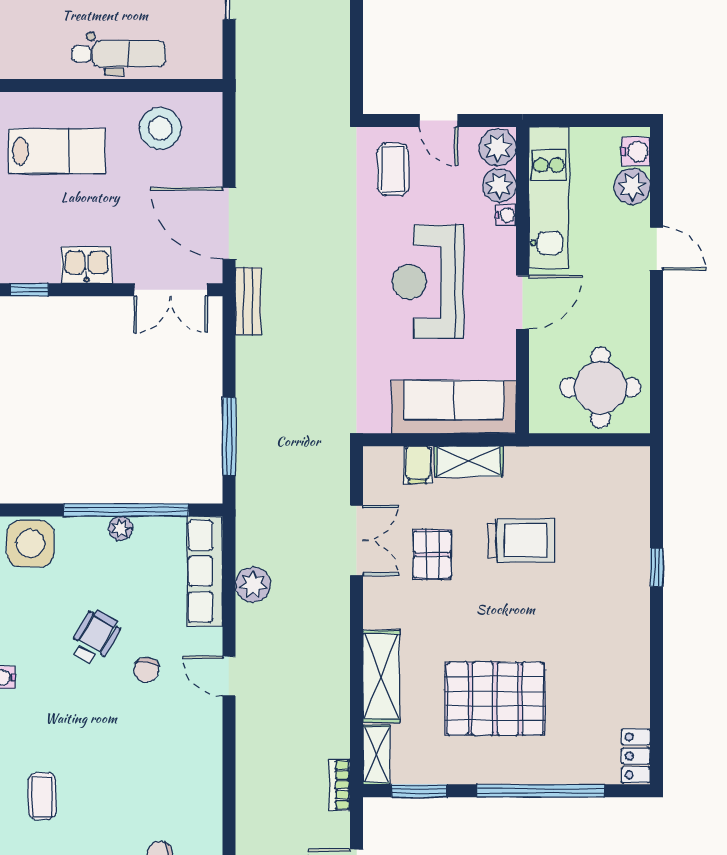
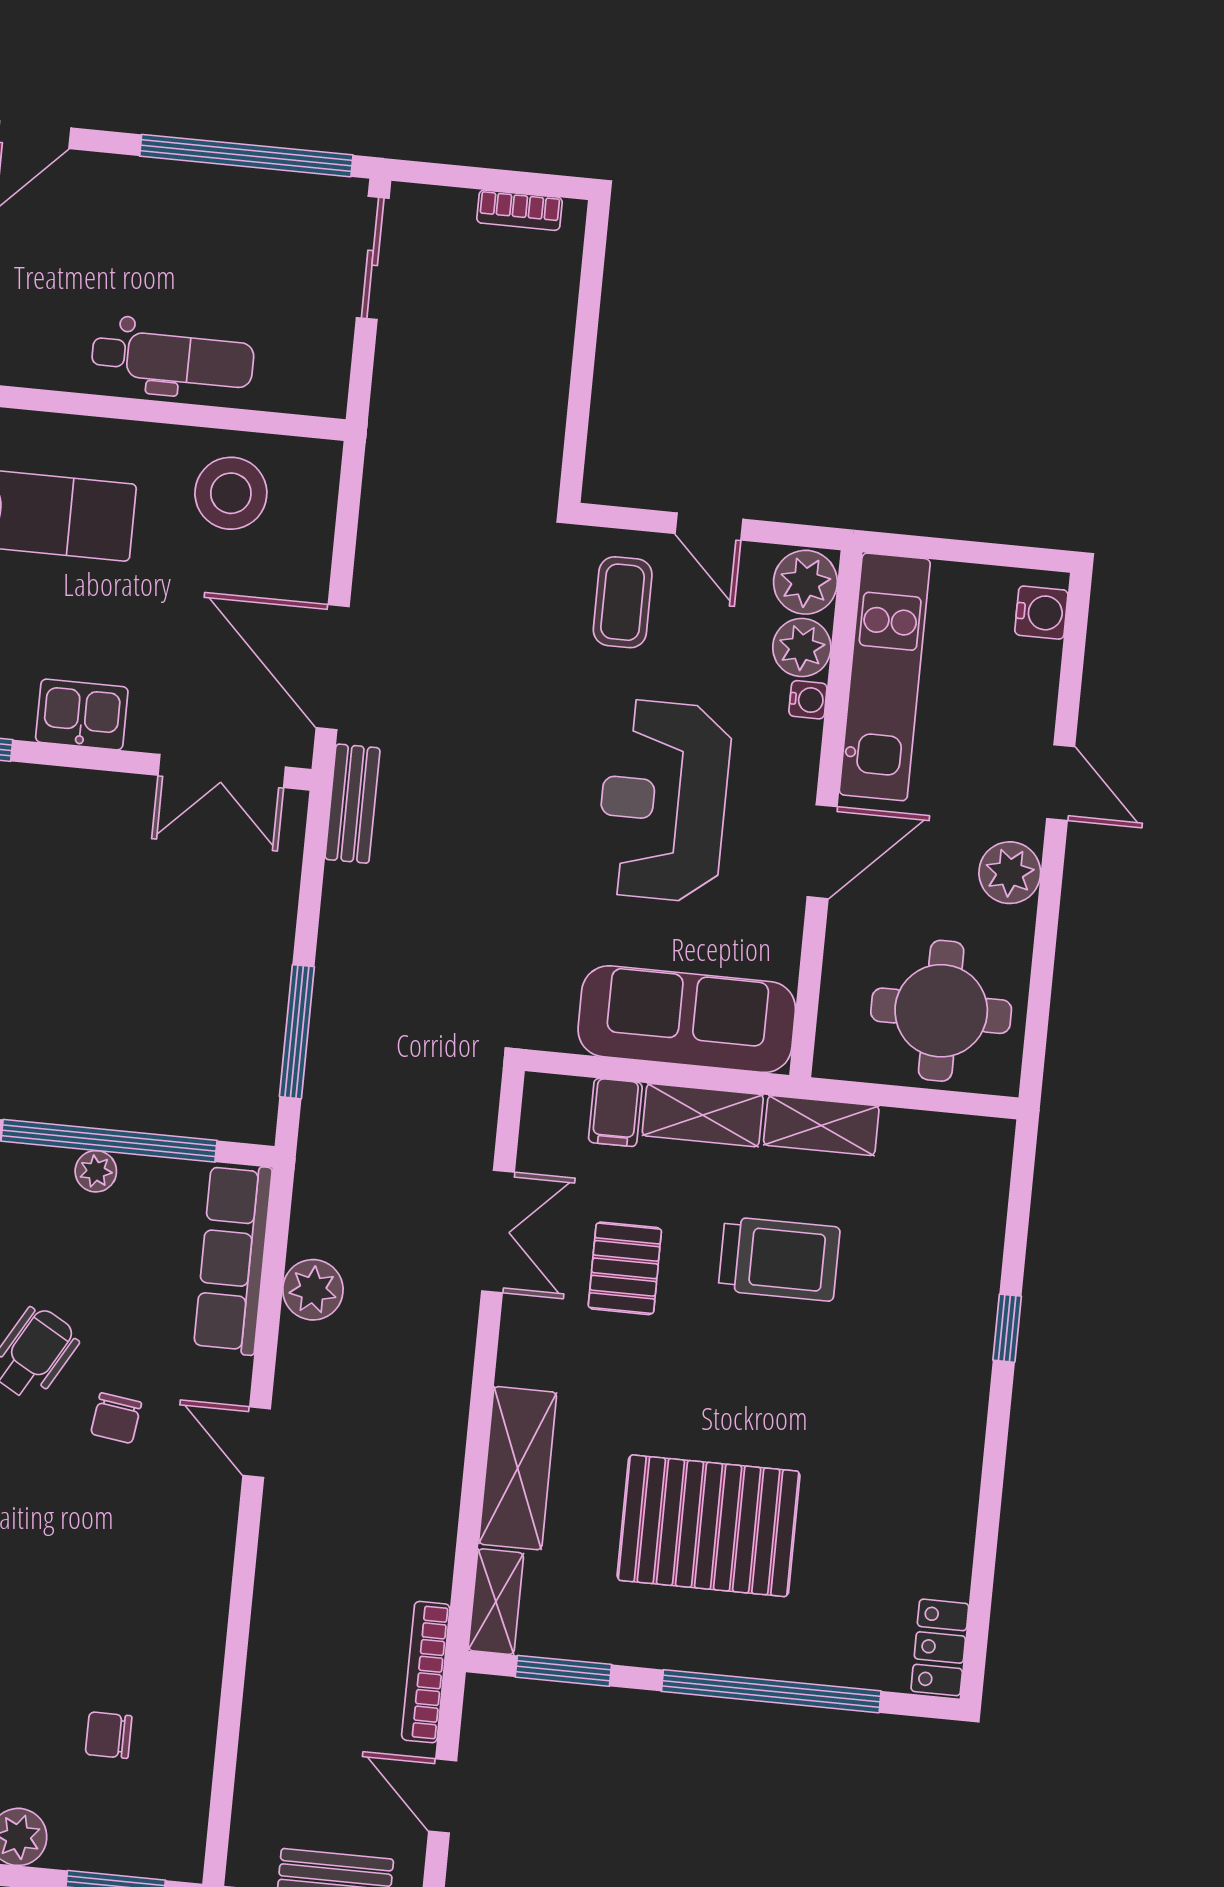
plant: (632, 186) -> (1010, 873), moved
shelving: (538, 461) -> (821, 1126), added
bookcase: (340, 785) -> (426, 1672), width x1.56

